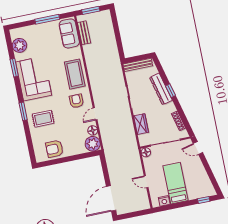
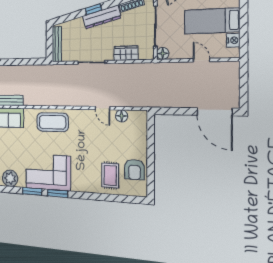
dresser: (161, 89) -> (102, 17), moved
armchair: (76, 101) -> (83, 128), removed
window: (23, 111) -> (58, 193), moved
rug: (43, 119) -> (110, 175), moved
plant: (93, 144) -> (138, 120), removed
door: (146, 182) -> (201, 60), swing flipped

